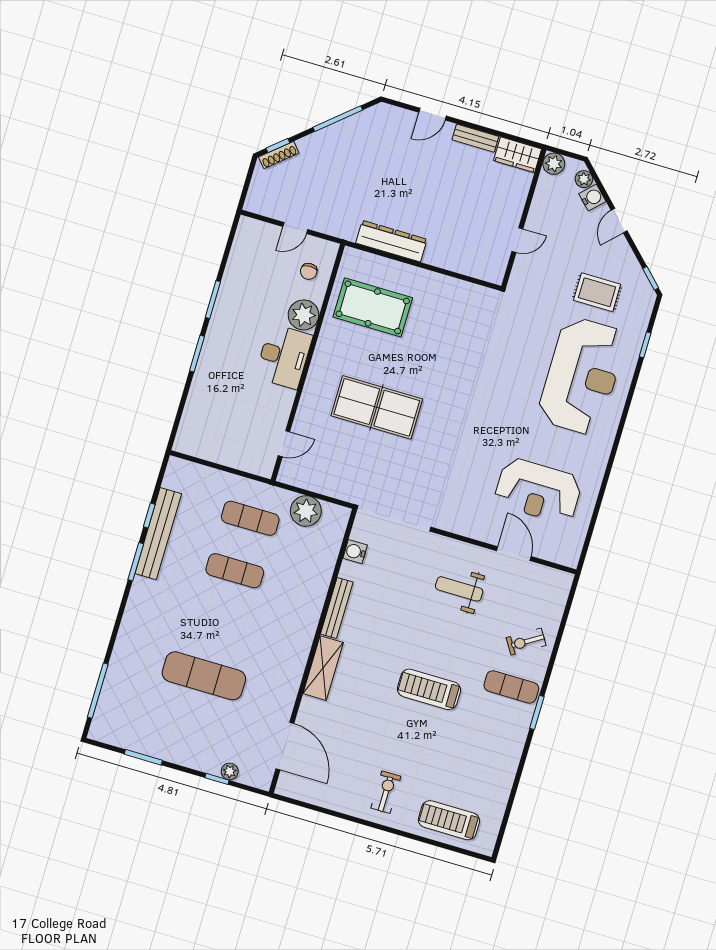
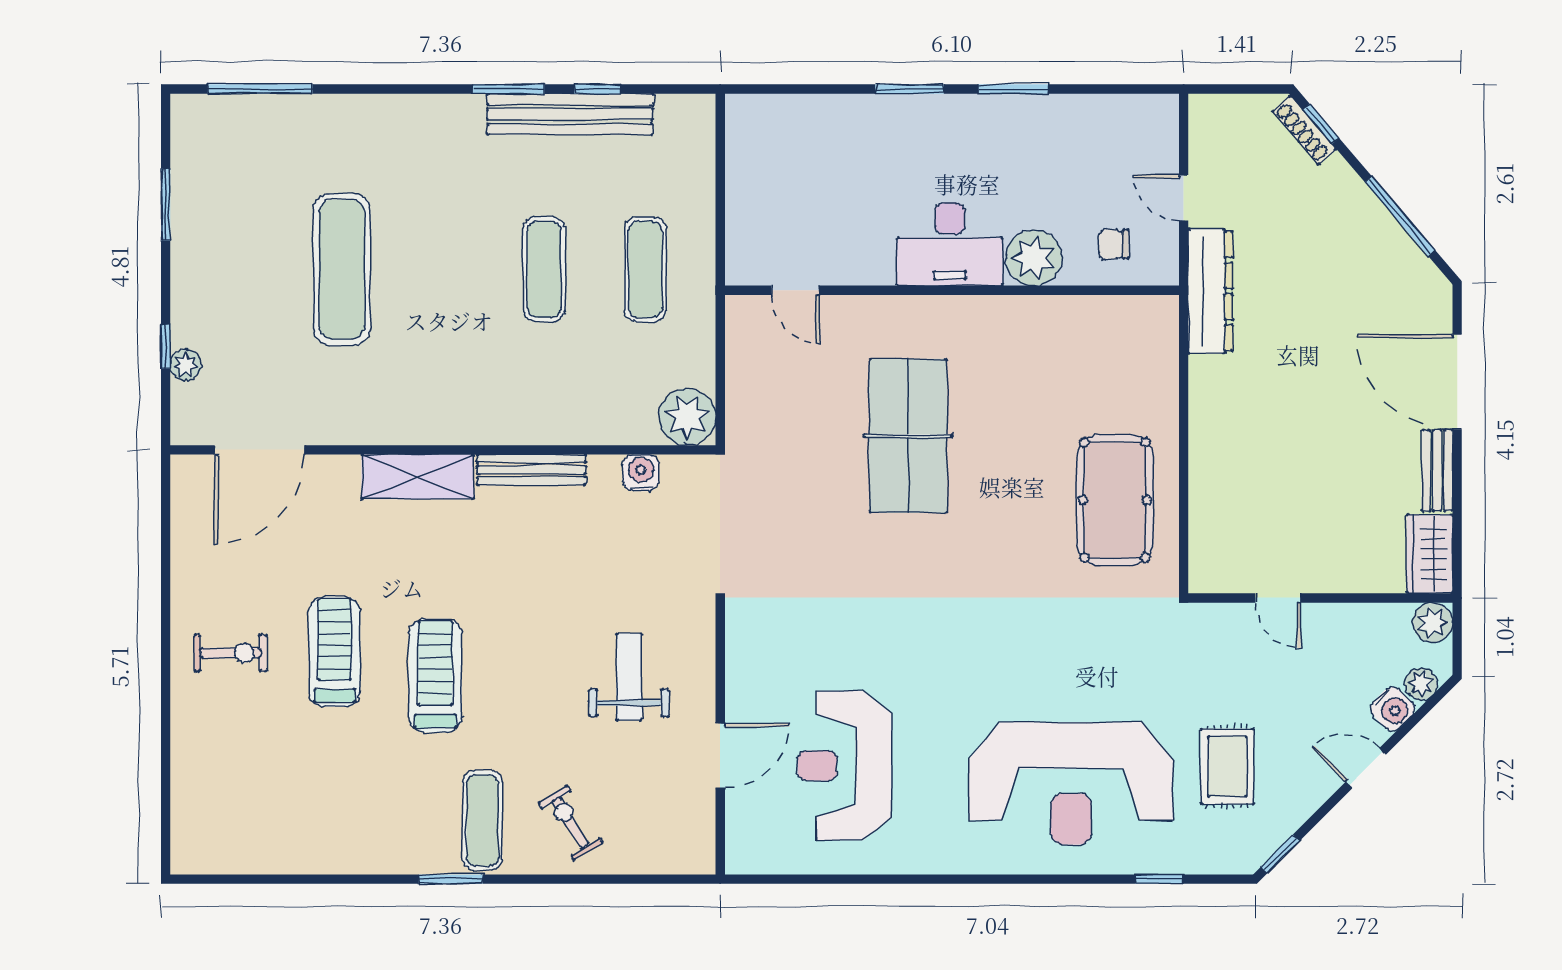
door: (433, 114) -> (1457, 382), width x1.87
dresser: (391, 241) -> (1210, 291), moved
pool table: (373, 307) -> (1115, 500), moved
plant: (306, 511) -> (687, 417), moved
treadmill: (449, 820) -> (335, 652), moved

